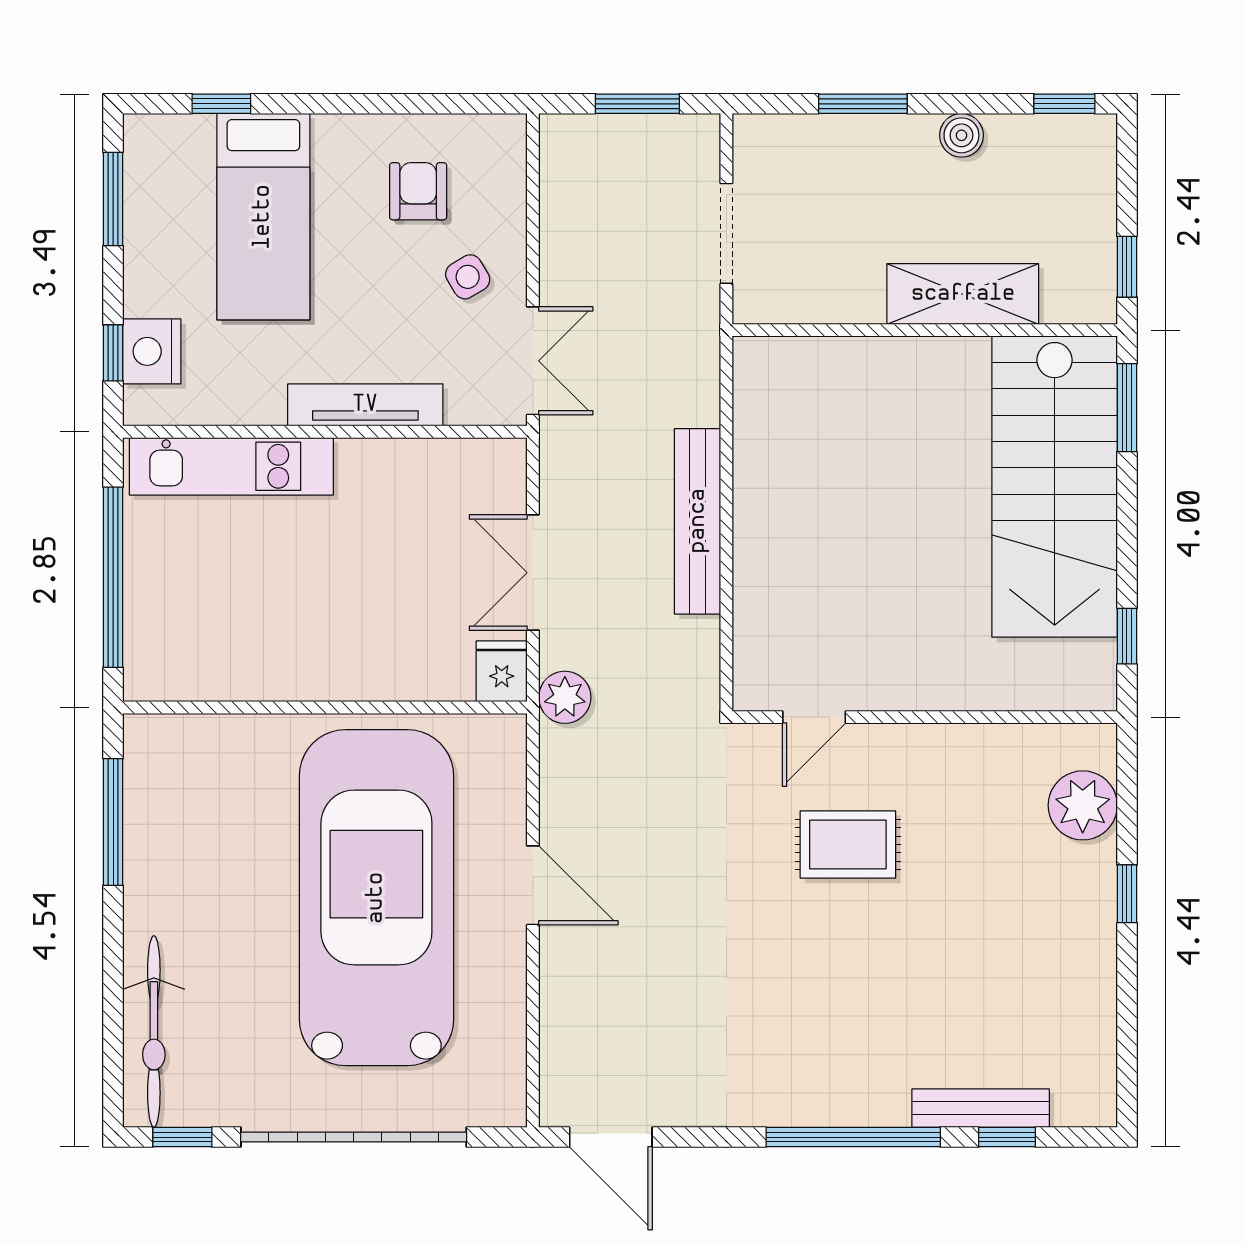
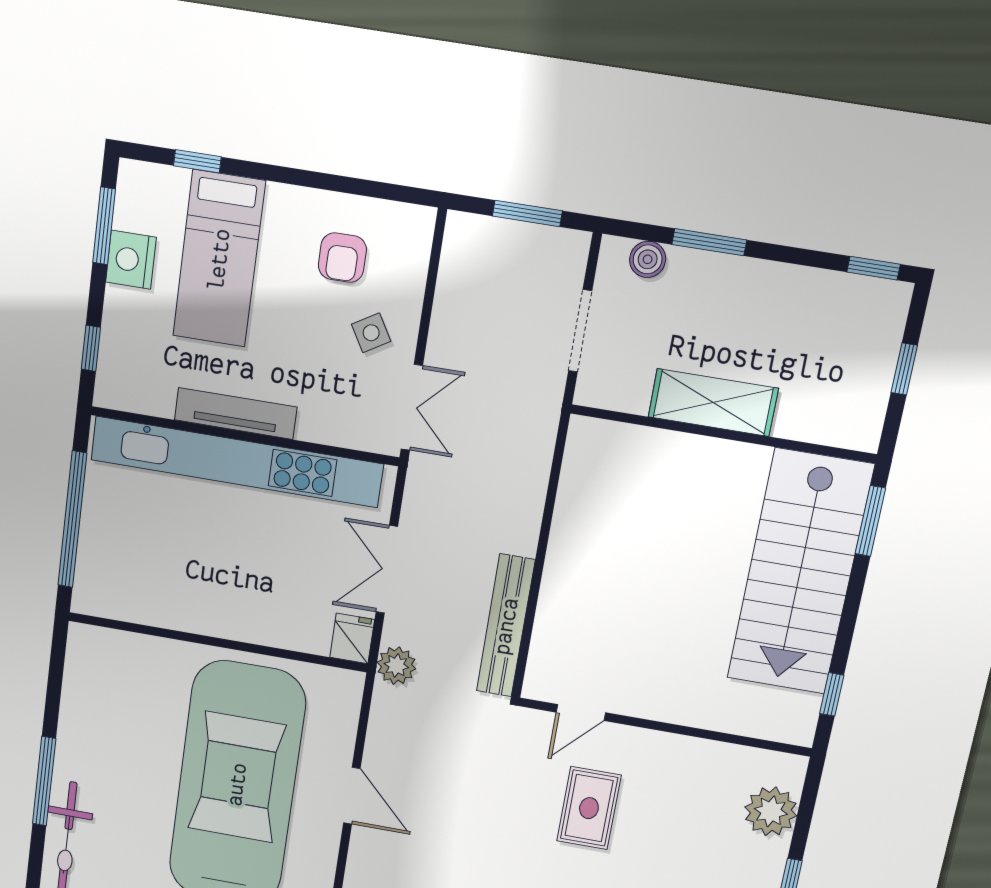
boiler: (961, 135) -> (648, 259), moved
armchair: (418, 191) -> (342, 258), turned 180
window: (1127, 267) -> (904, 369), moved
shelving: (963, 294) -> (713, 403), moved
nightstand: (152, 351) -> (131, 260), moved
tv unit: (365, 405) -> (236, 413), moved
kitchen unit: (231, 466) -> (236, 462), width x1.86
bench: (698, 521) -> (506, 626), moved
window: (113, 822) -> (44, 781), moved
rug: (848, 844) -> (589, 808), turned 90

